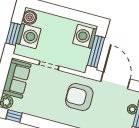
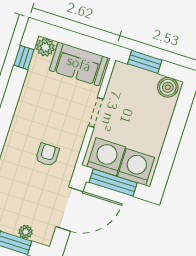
washing machine: (28, 36) -> (106, 157), moved, turned 180
armchair: (79, 97) -> (47, 155), width x0.53, depth x0.53

